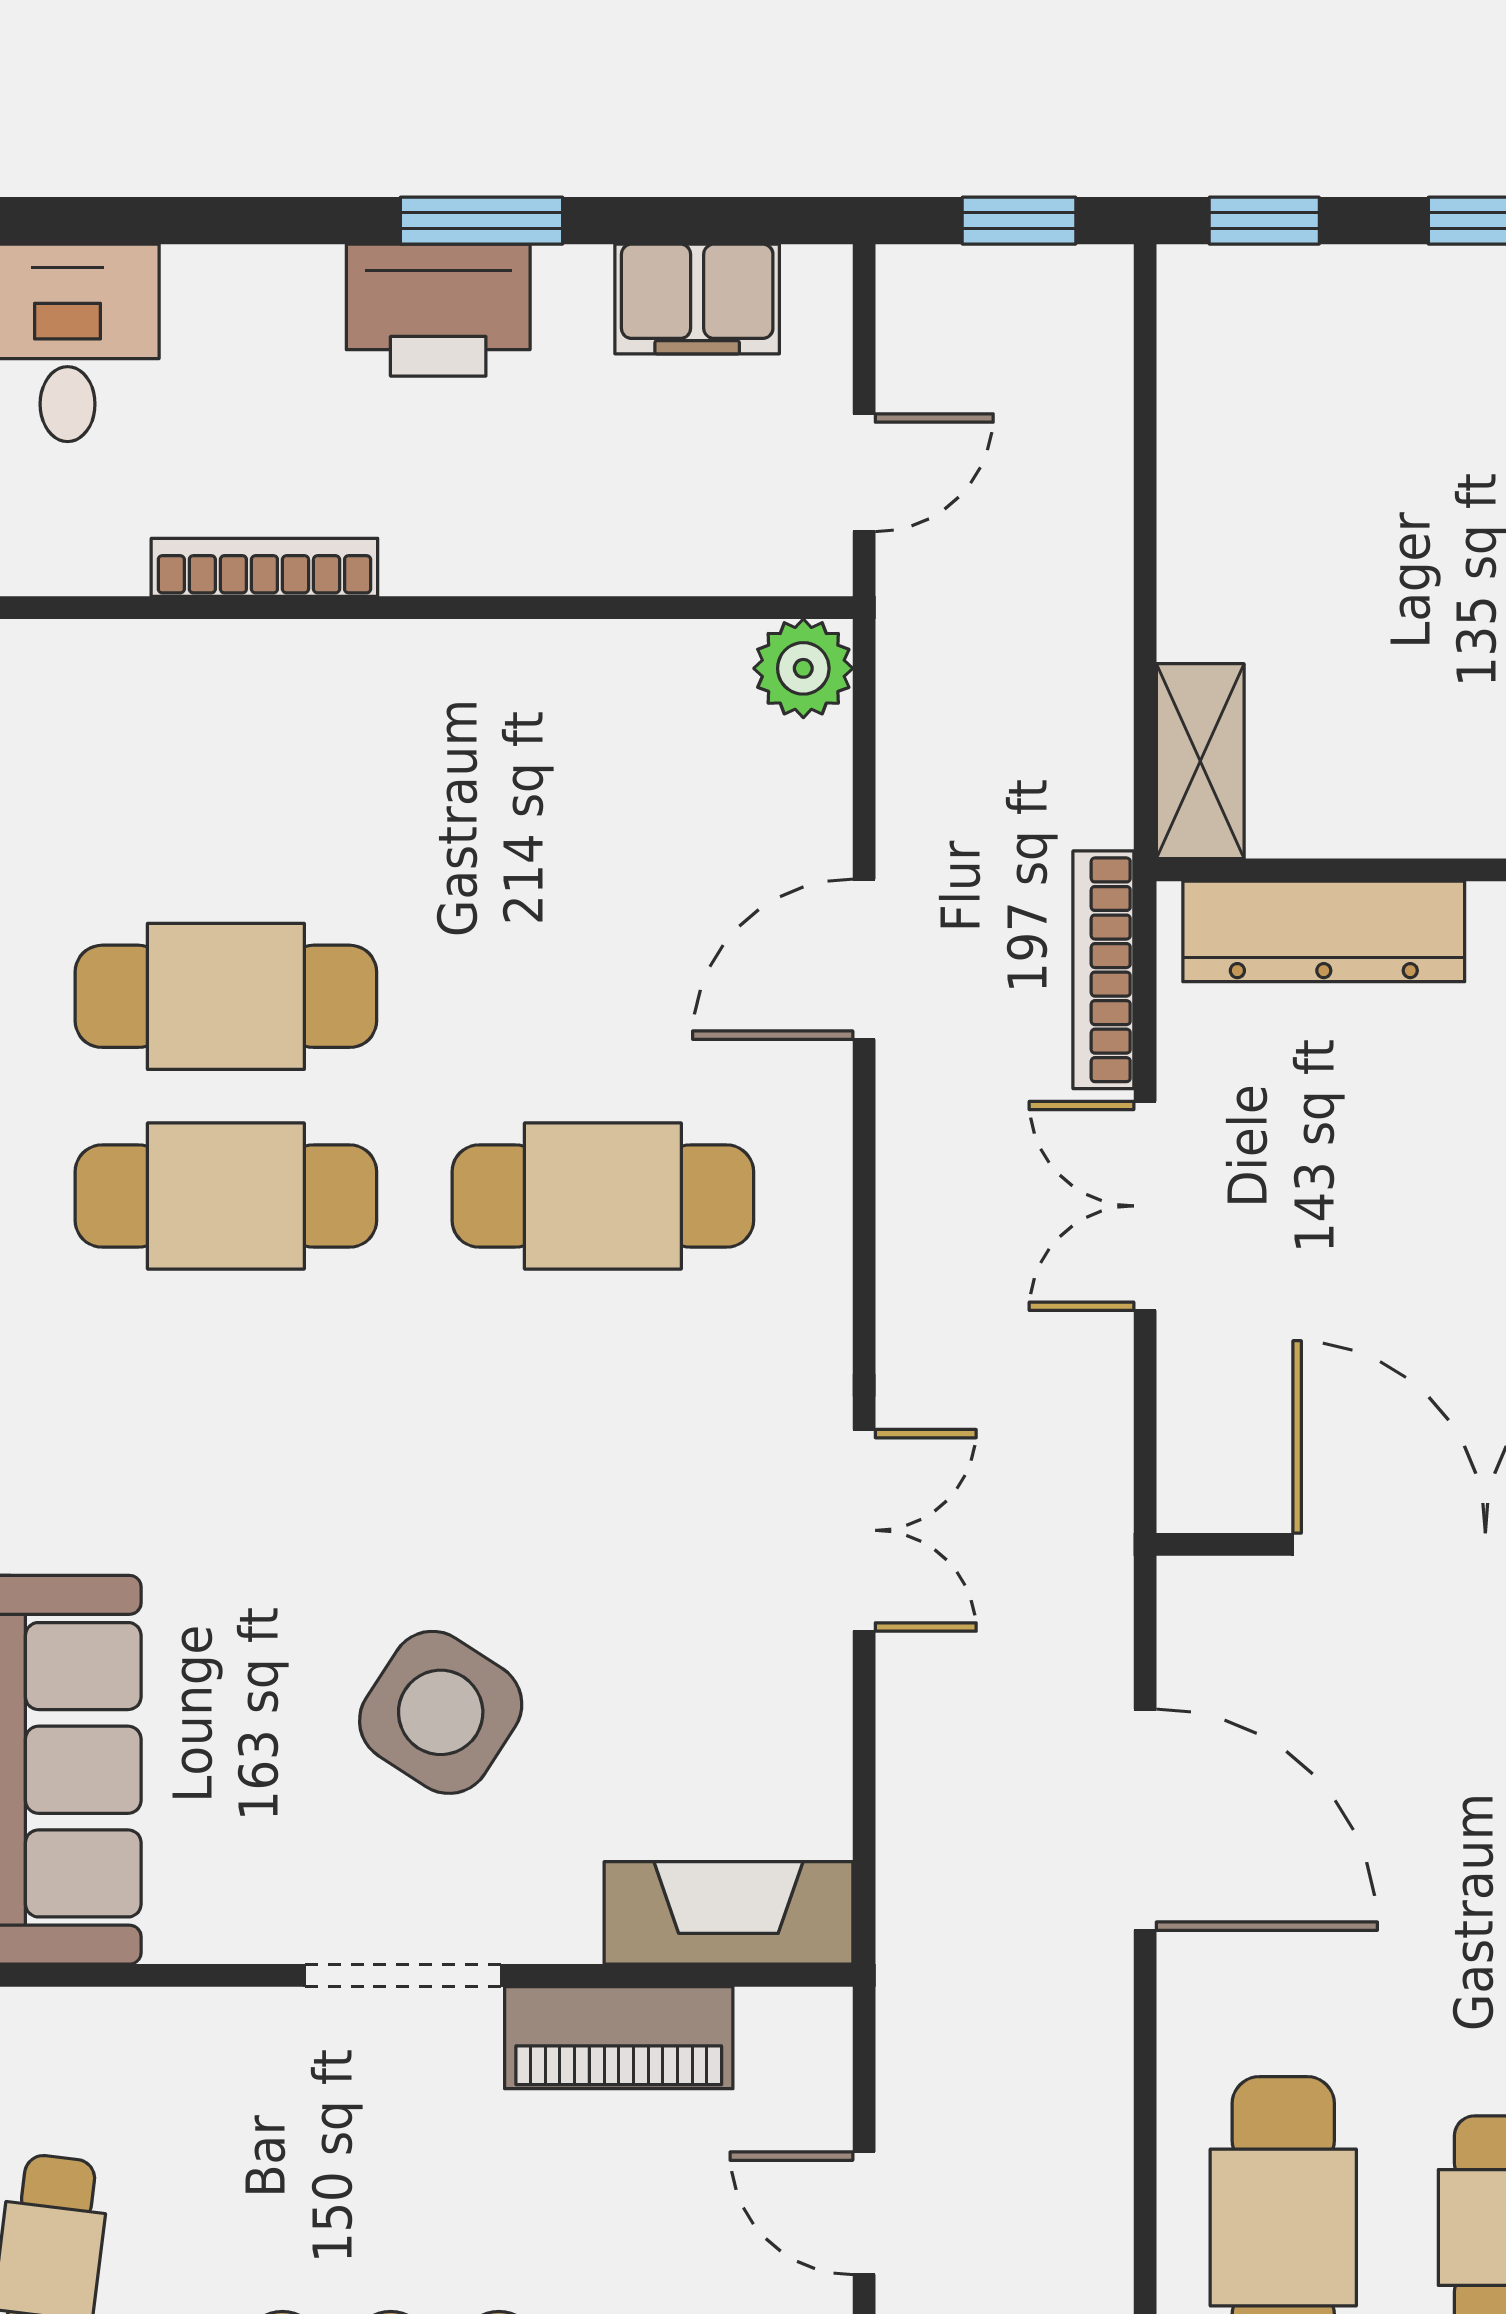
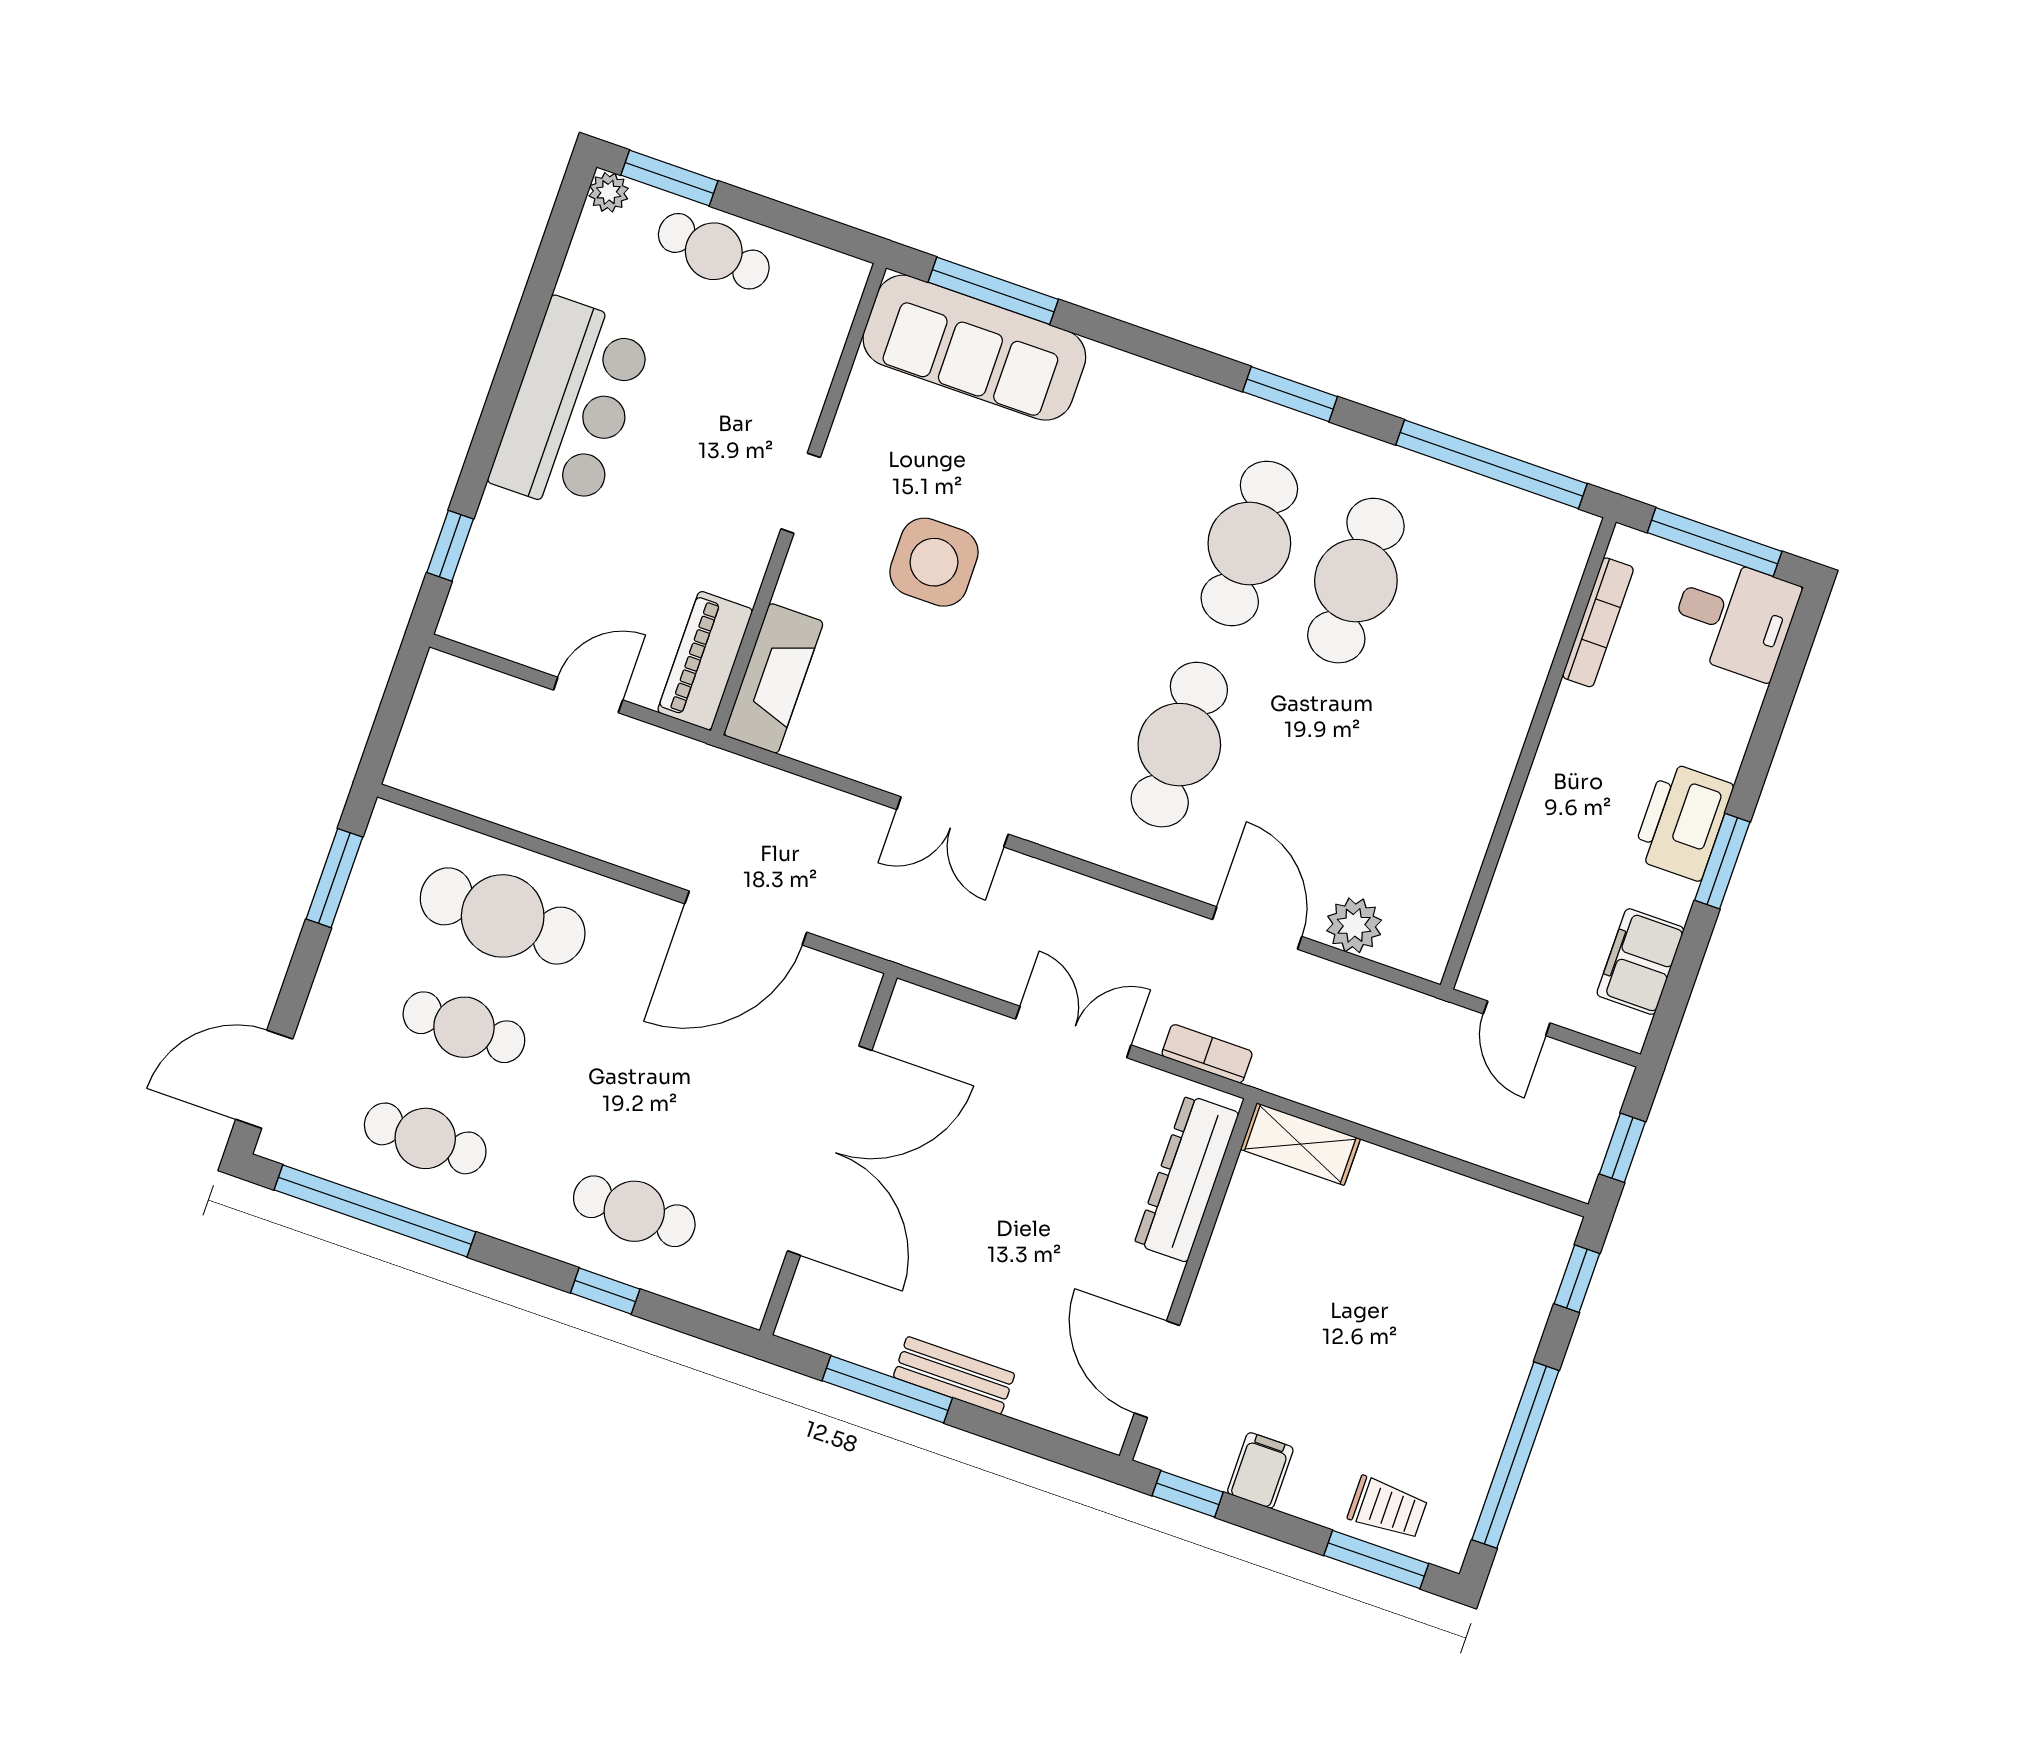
bookcase: (264, 567) -> (1598, 622), moved
plant: (803, 668) -> (1354, 925), moved
bookcase: (1103, 970) -> (1207, 1054), width x0.64
side table: (441, 1712) -> (934, 562), turned -33
doorway: (403, 1975) -> (801, 493), width x0.73
piano: (619, 2038) -> (705, 661), moved

